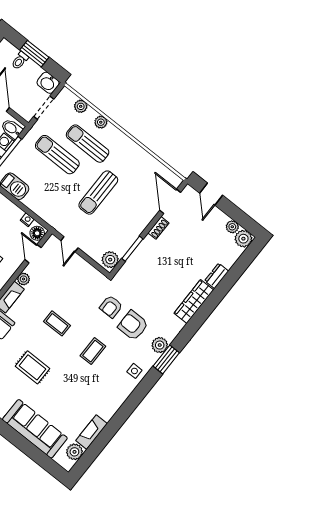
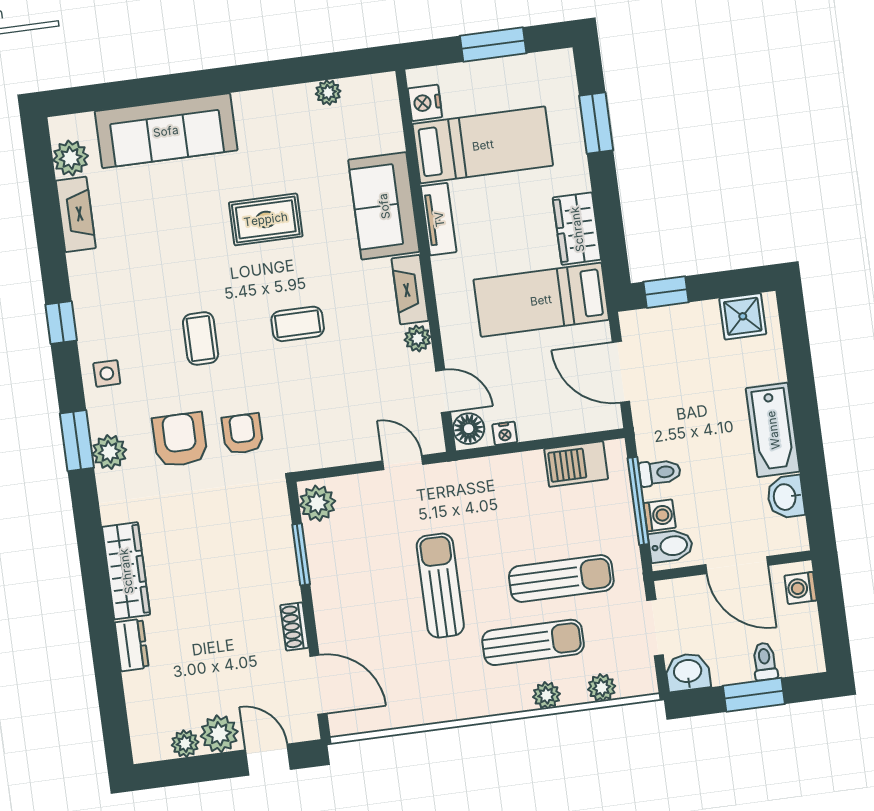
plant: (243, 239) -> (219, 734), moved
armchair: (133, 326) -> (180, 440), turned -90
window: (132, 402) -> (61, 322), added

